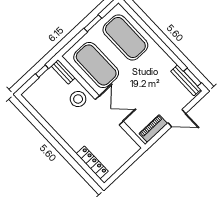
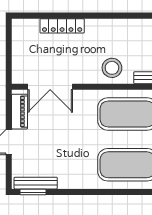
double door: (109, 110) -> (50, 87), moved
locker: (92, 162) -> (62, 26), moved

